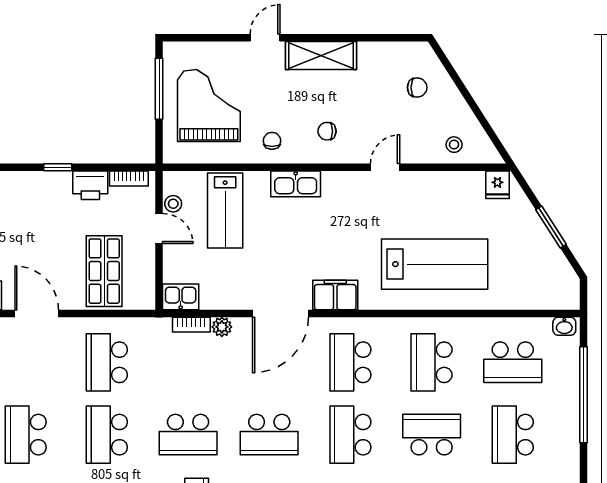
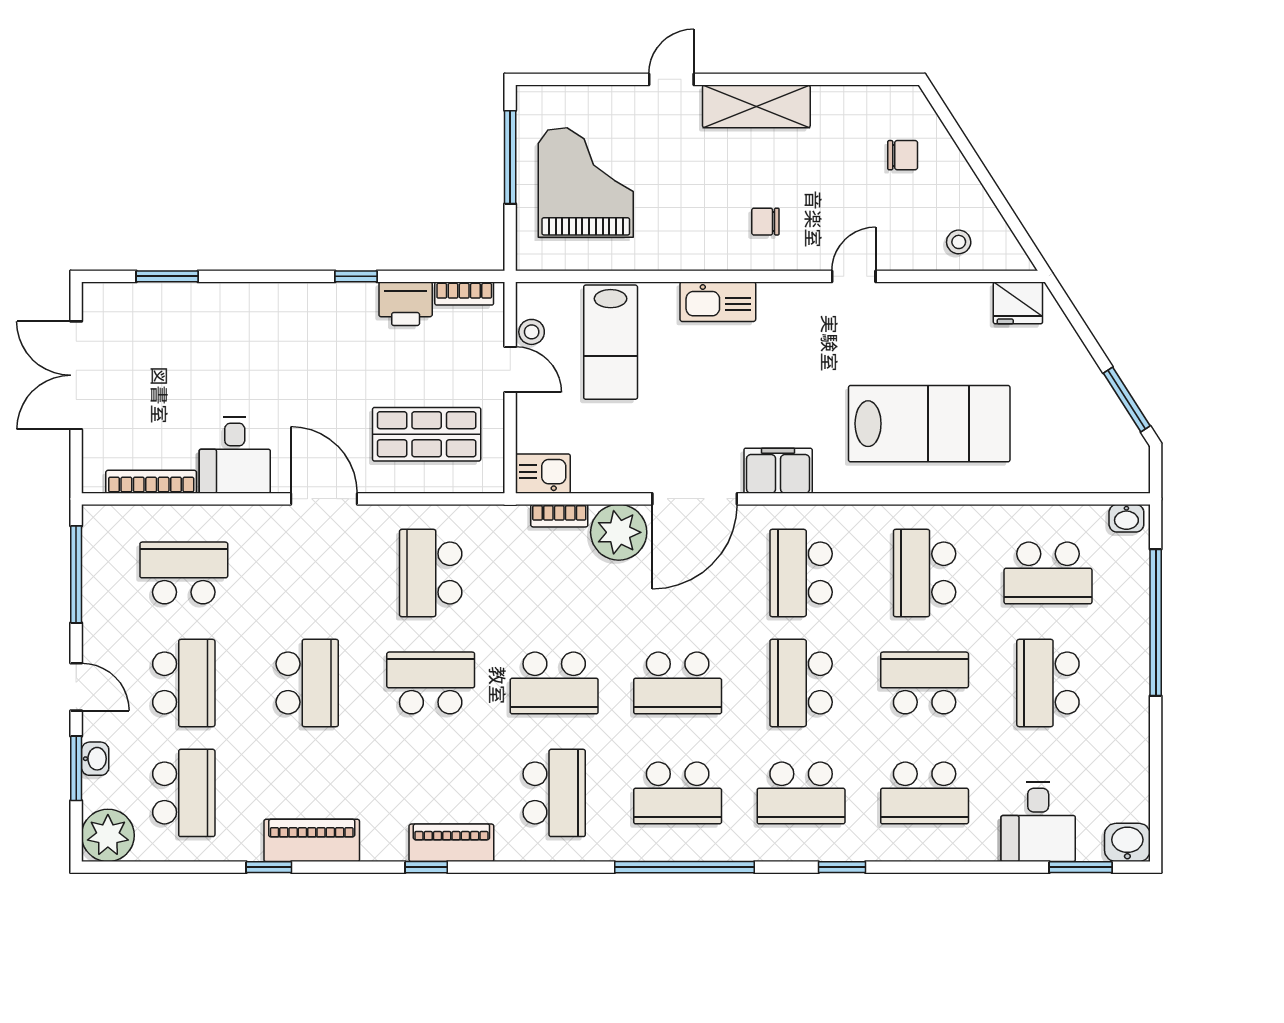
chair: (272, 141) -> (682, 236), removed
fridge: (497, 185) -> (1018, 303), width x1.38
window: (551, 227) -> (1127, 400), moved
shop shelf: (104, 271) -> (427, 434), turned 90
plant: (222, 327) -> (619, 532), width x1.88, depth x1.88
school desk: (26, 435) -> (307, 683), turned 180
school desk: (107, 435) -> (431, 683), turned 90

